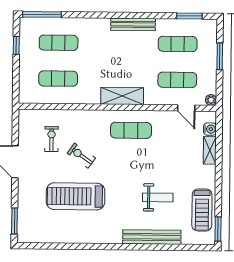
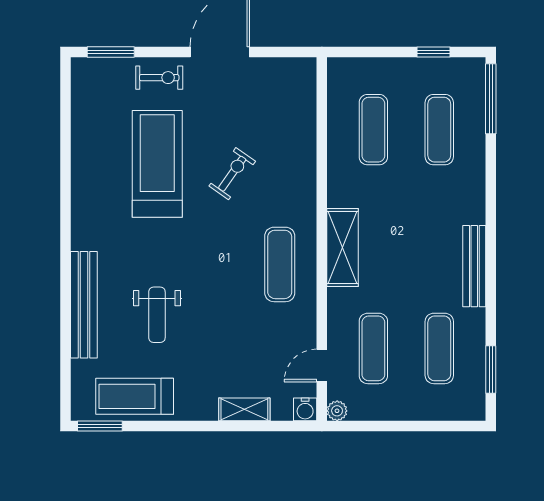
window: (220, 56) -> (417, 426), removed
water cooler: (210, 129) -> (305, 409), moved
exercise bike: (51, 139) -> (159, 78), moved

